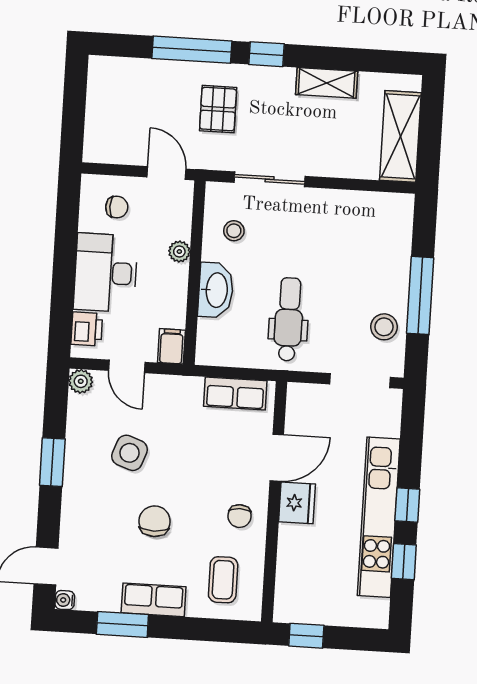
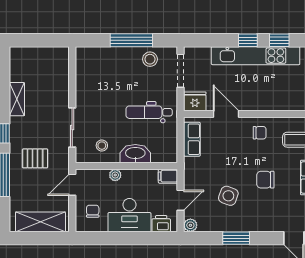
shelving: (400, 136) -> (40, 222), moved
fridge: (297, 503) -> (195, 101), moved

